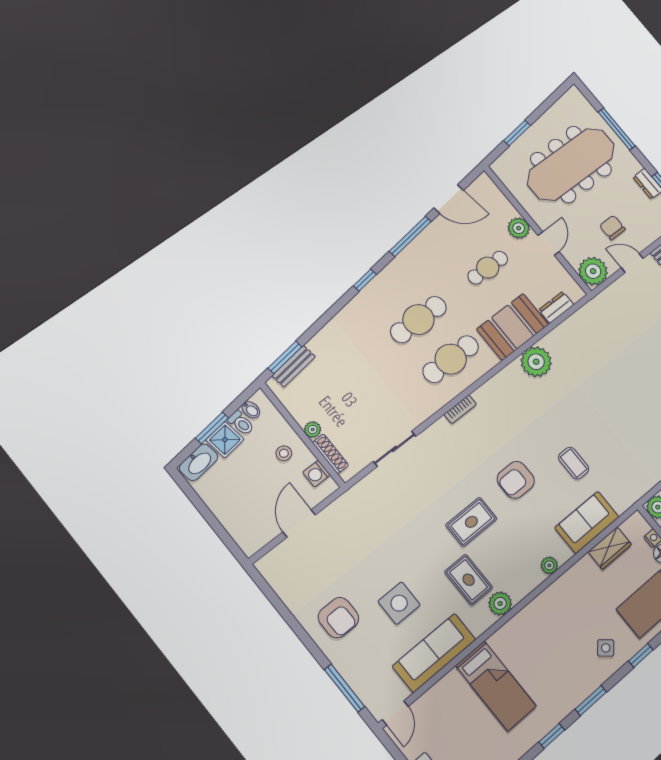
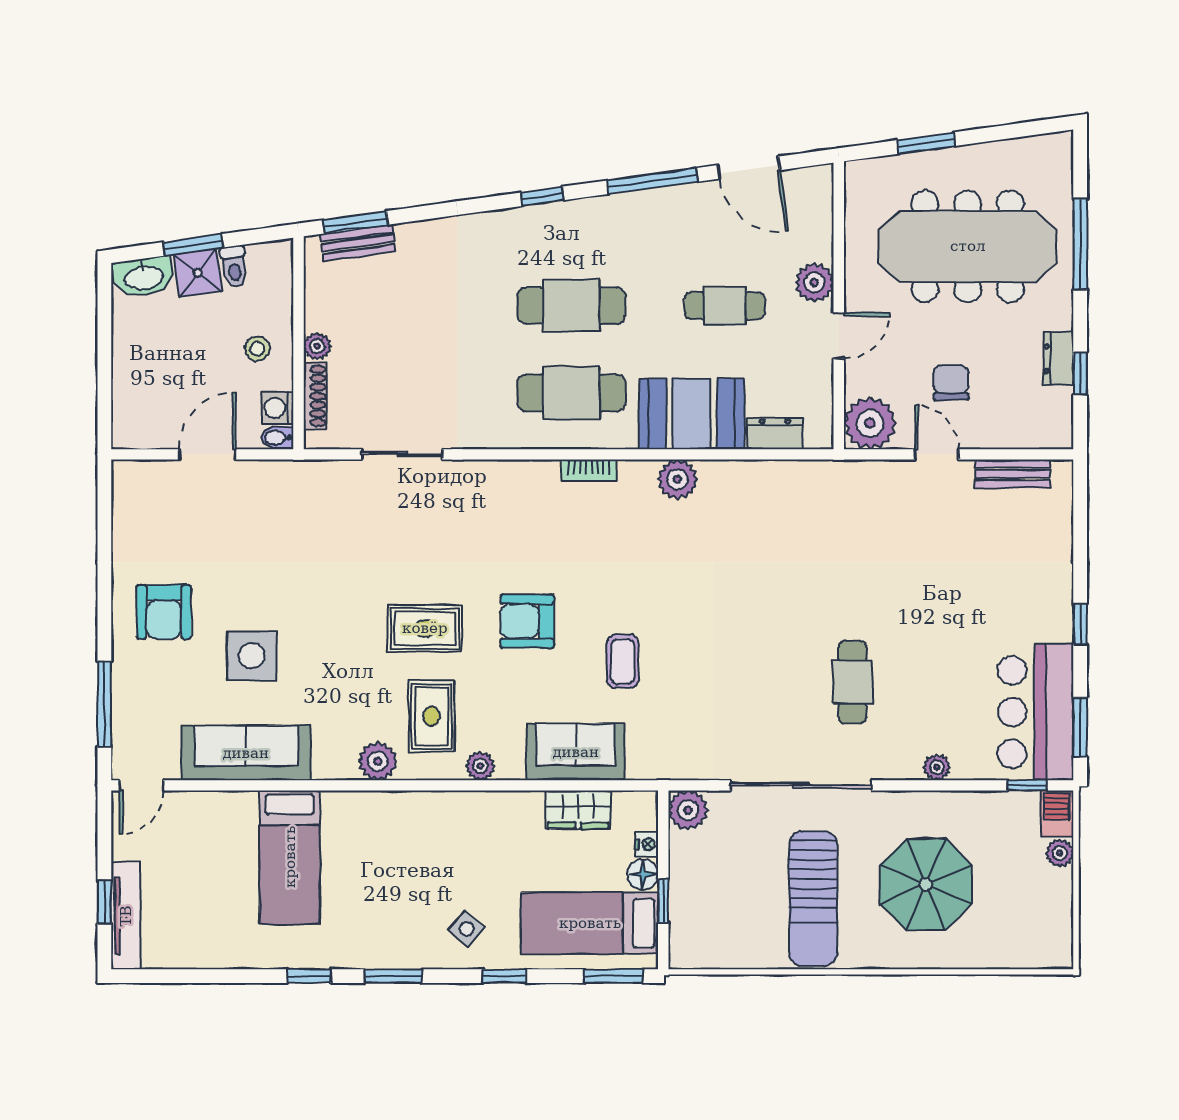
plant: (536, 362) -> (677, 479), width x0.73, depth x0.73
bookcase: (460, 409) -> (589, 470), moved
bidet: (251, 410) -> (277, 438), moved, turned 98
rug: (469, 580) -> (432, 716), moved

